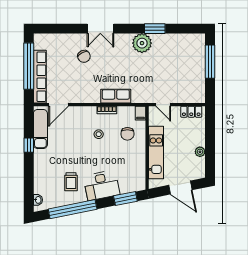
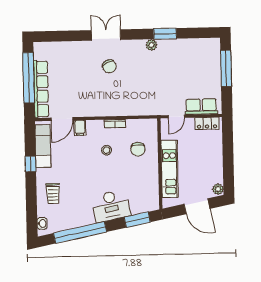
double door: (100, 29) -> (106, 35), swing flipped
plant: (142, 43) -> (151, 45), width x0.53, depth x0.53
chair: (84, 56) -> (109, 66), moved
row of seats: (116, 96) -> (201, 107), moved
door: (163, 105) -> (176, 116), hinge flipped
filing cabinet: (140, 113) -> (80, 128), moved
plant: (200, 152) -> (218, 189), moved
trolley: (71, 182) -> (53, 194), moved

